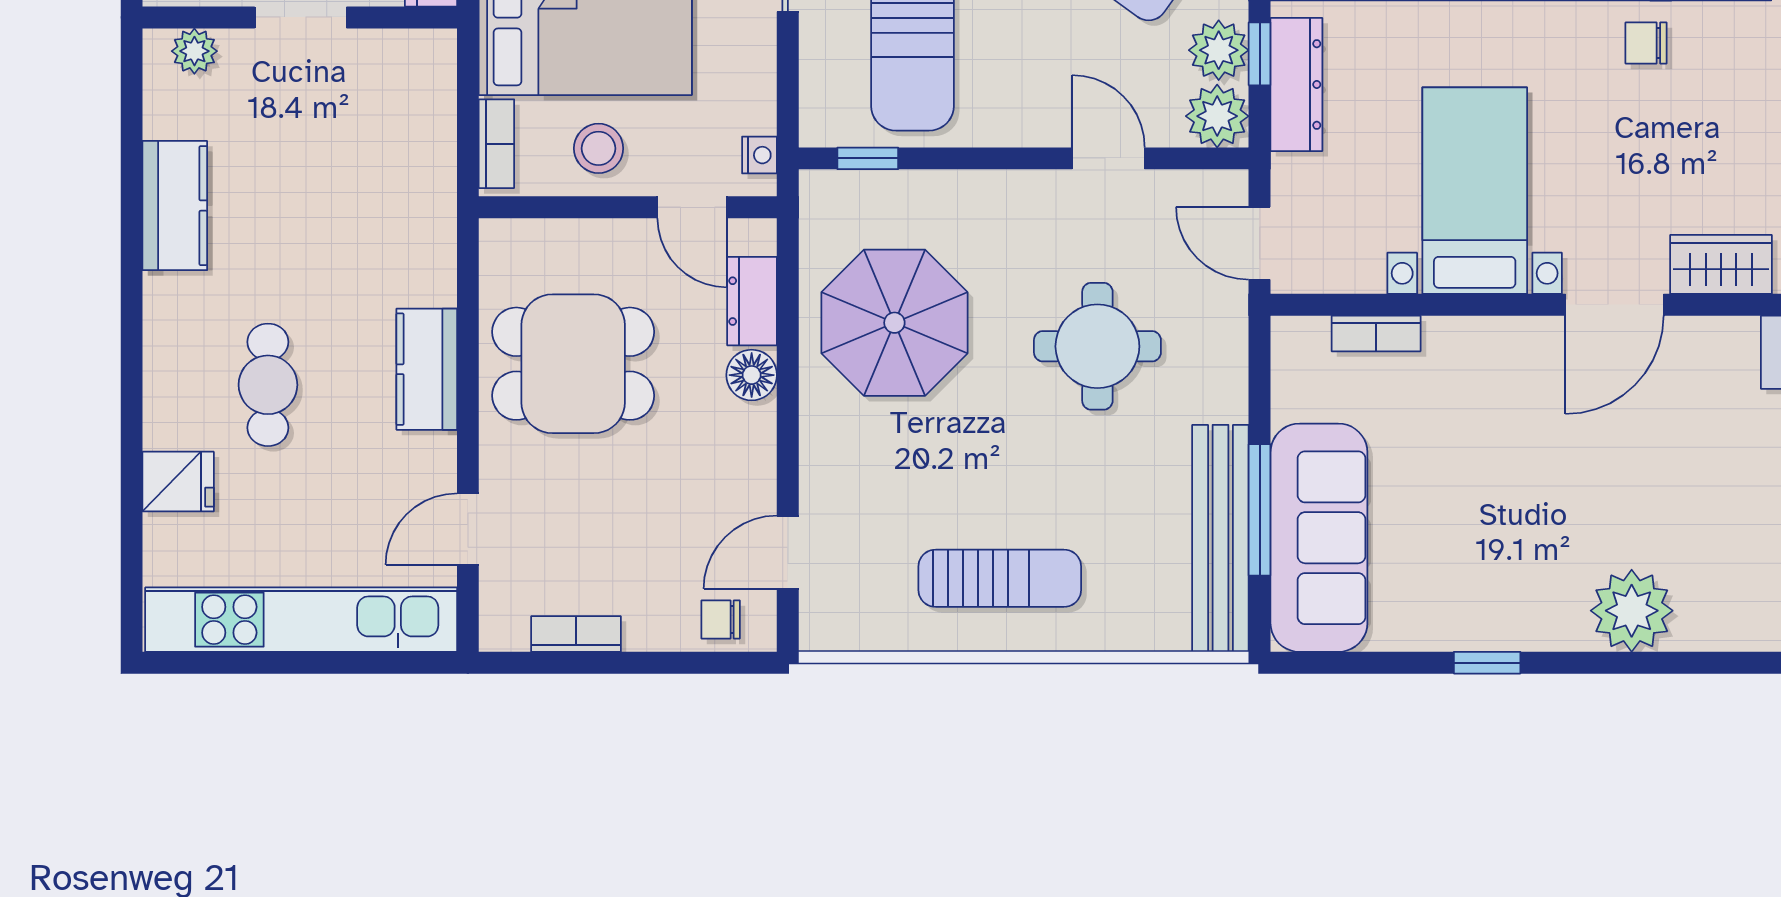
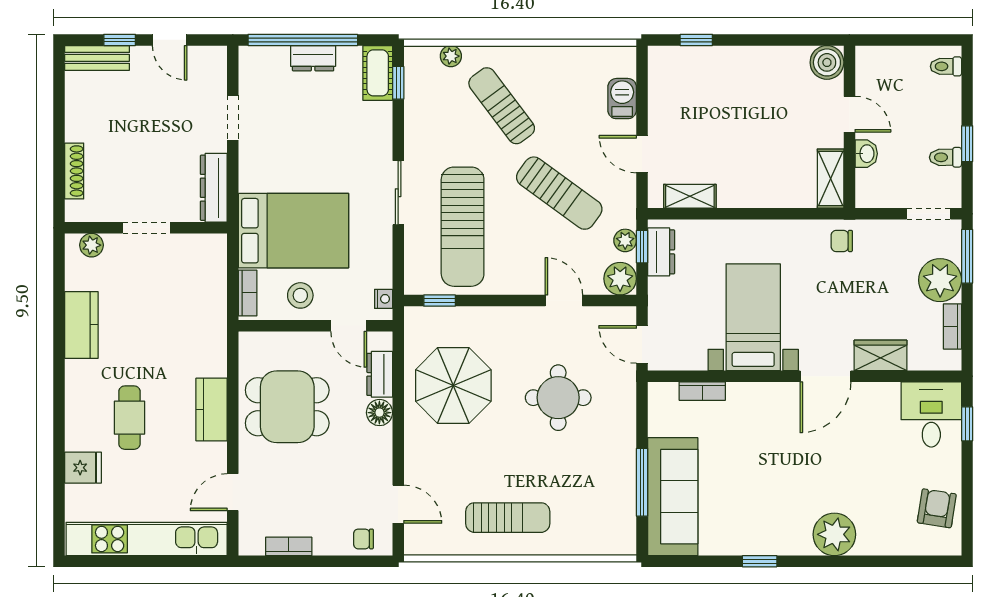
plant: (1219, 50) -> (625, 240), width x0.73, depth x0.73
dresser: (1296, 84) -> (661, 252), width x0.70
bench: (1220, 538) -> (622, 497), removed
door: (788, 552) -> (398, 504), swing flipped

